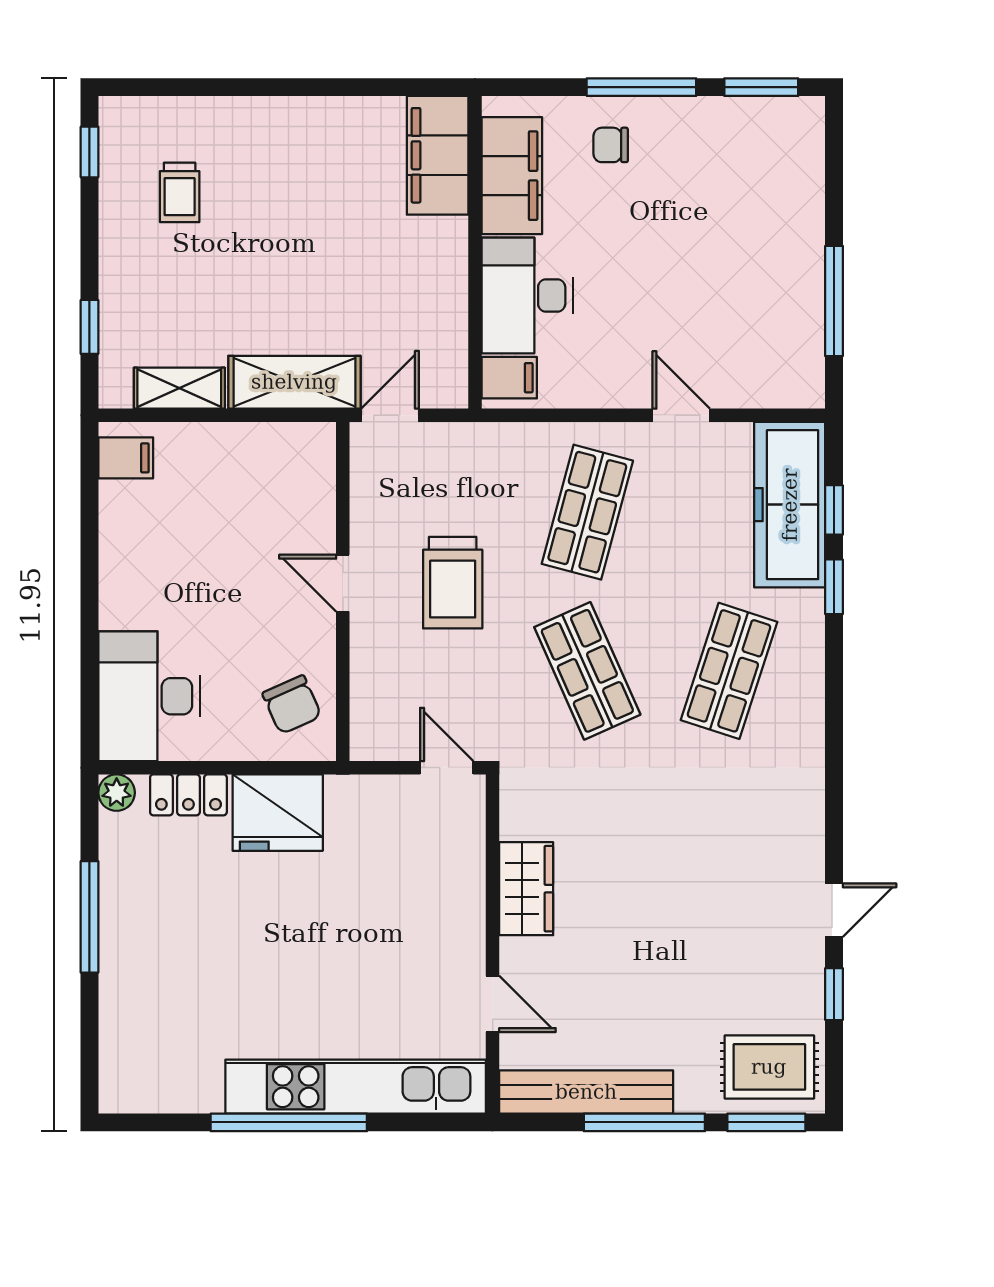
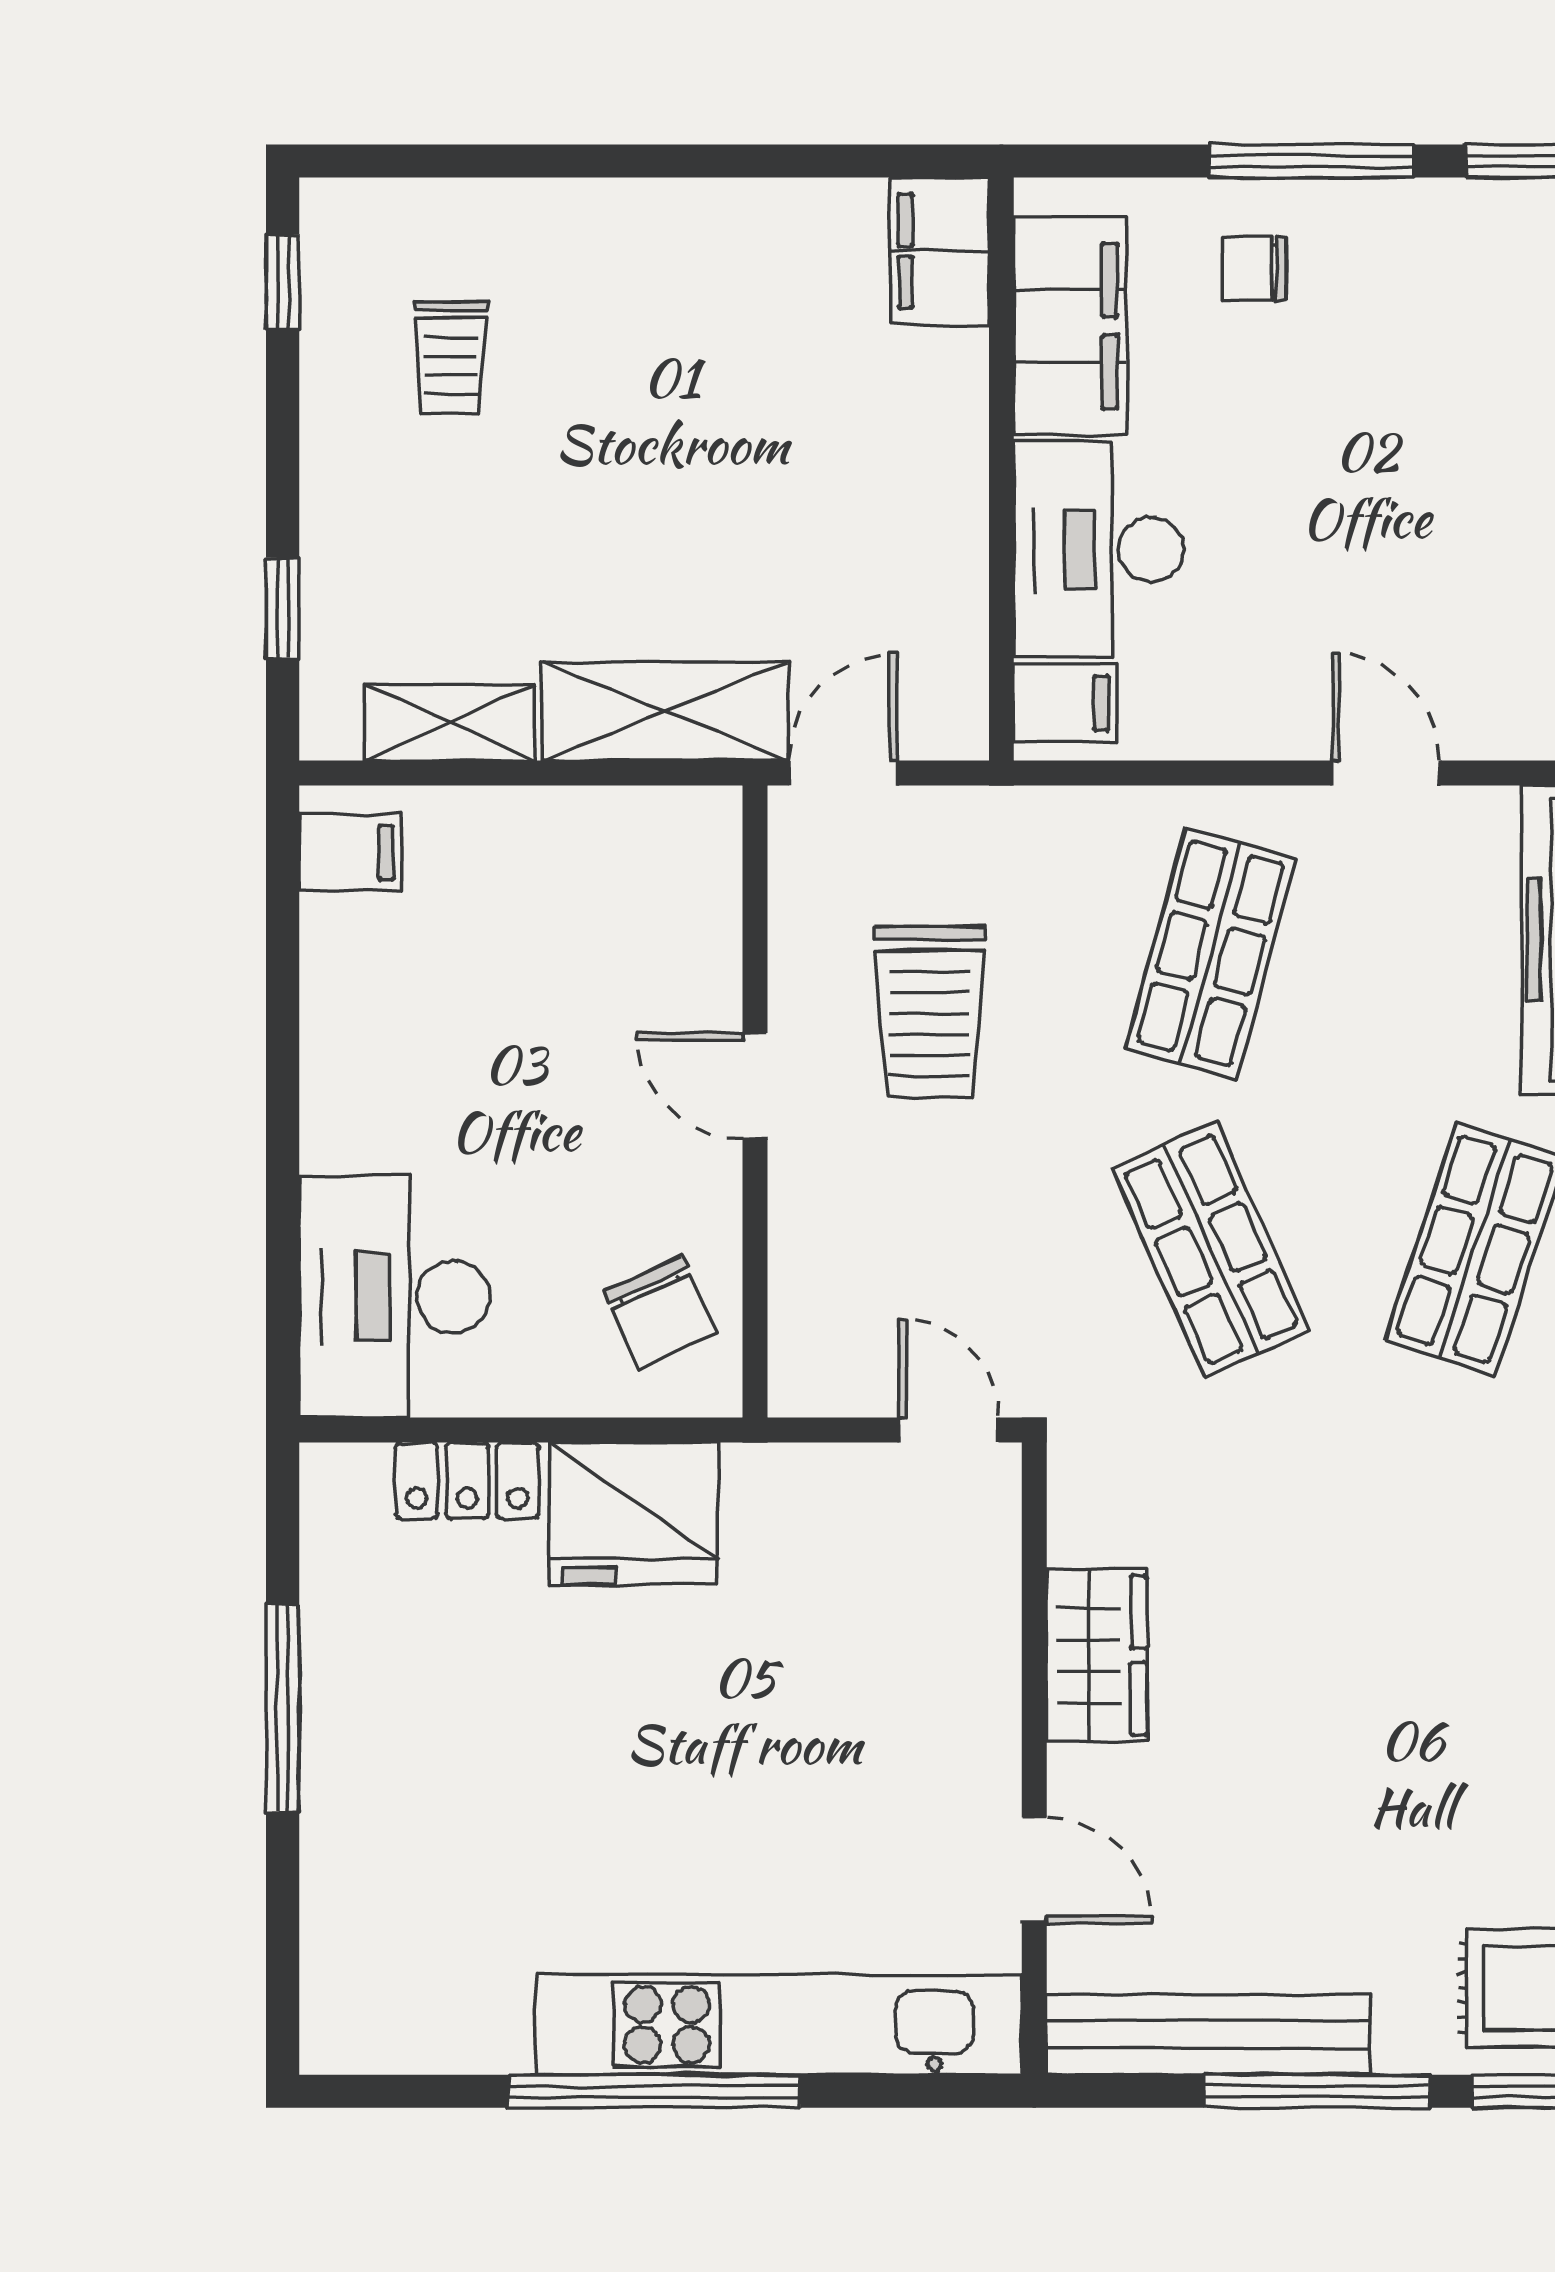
filing cabinet: (438, 155) -> (940, 251), width x0.67, depth x0.86
trolley: (453, 583) -> (929, 1012), moved
plant: (117, 793) -> (333, 1476), removed

